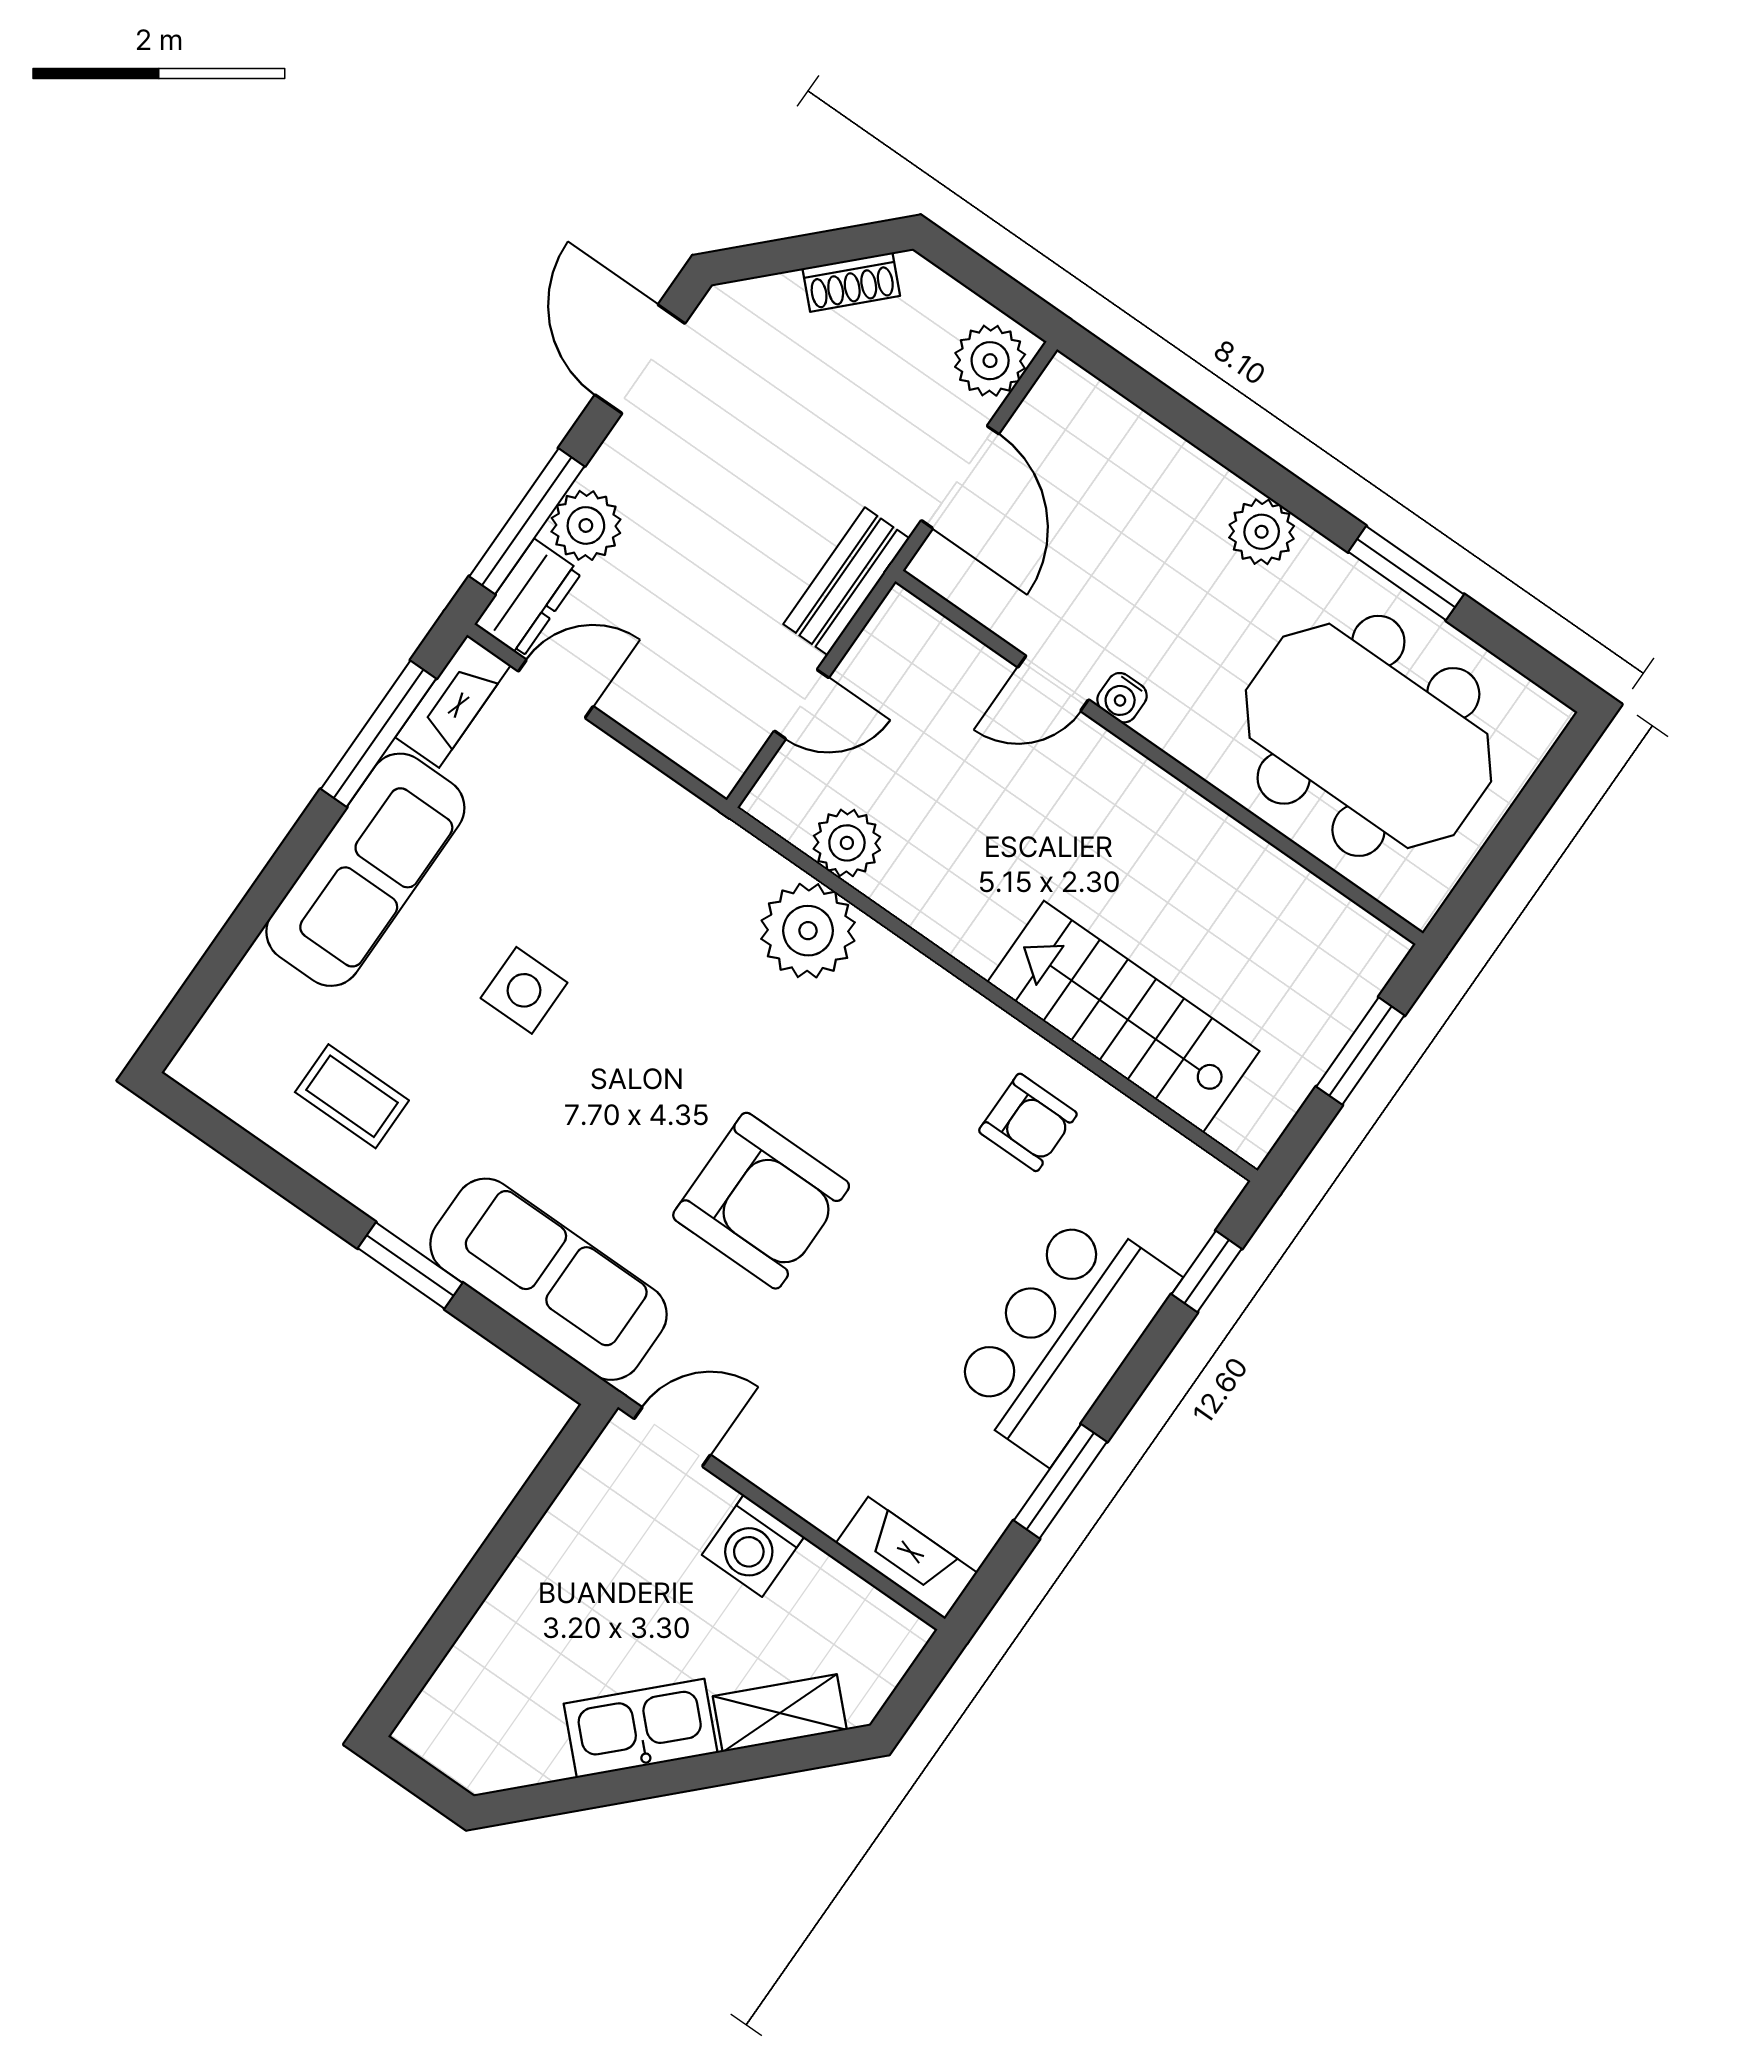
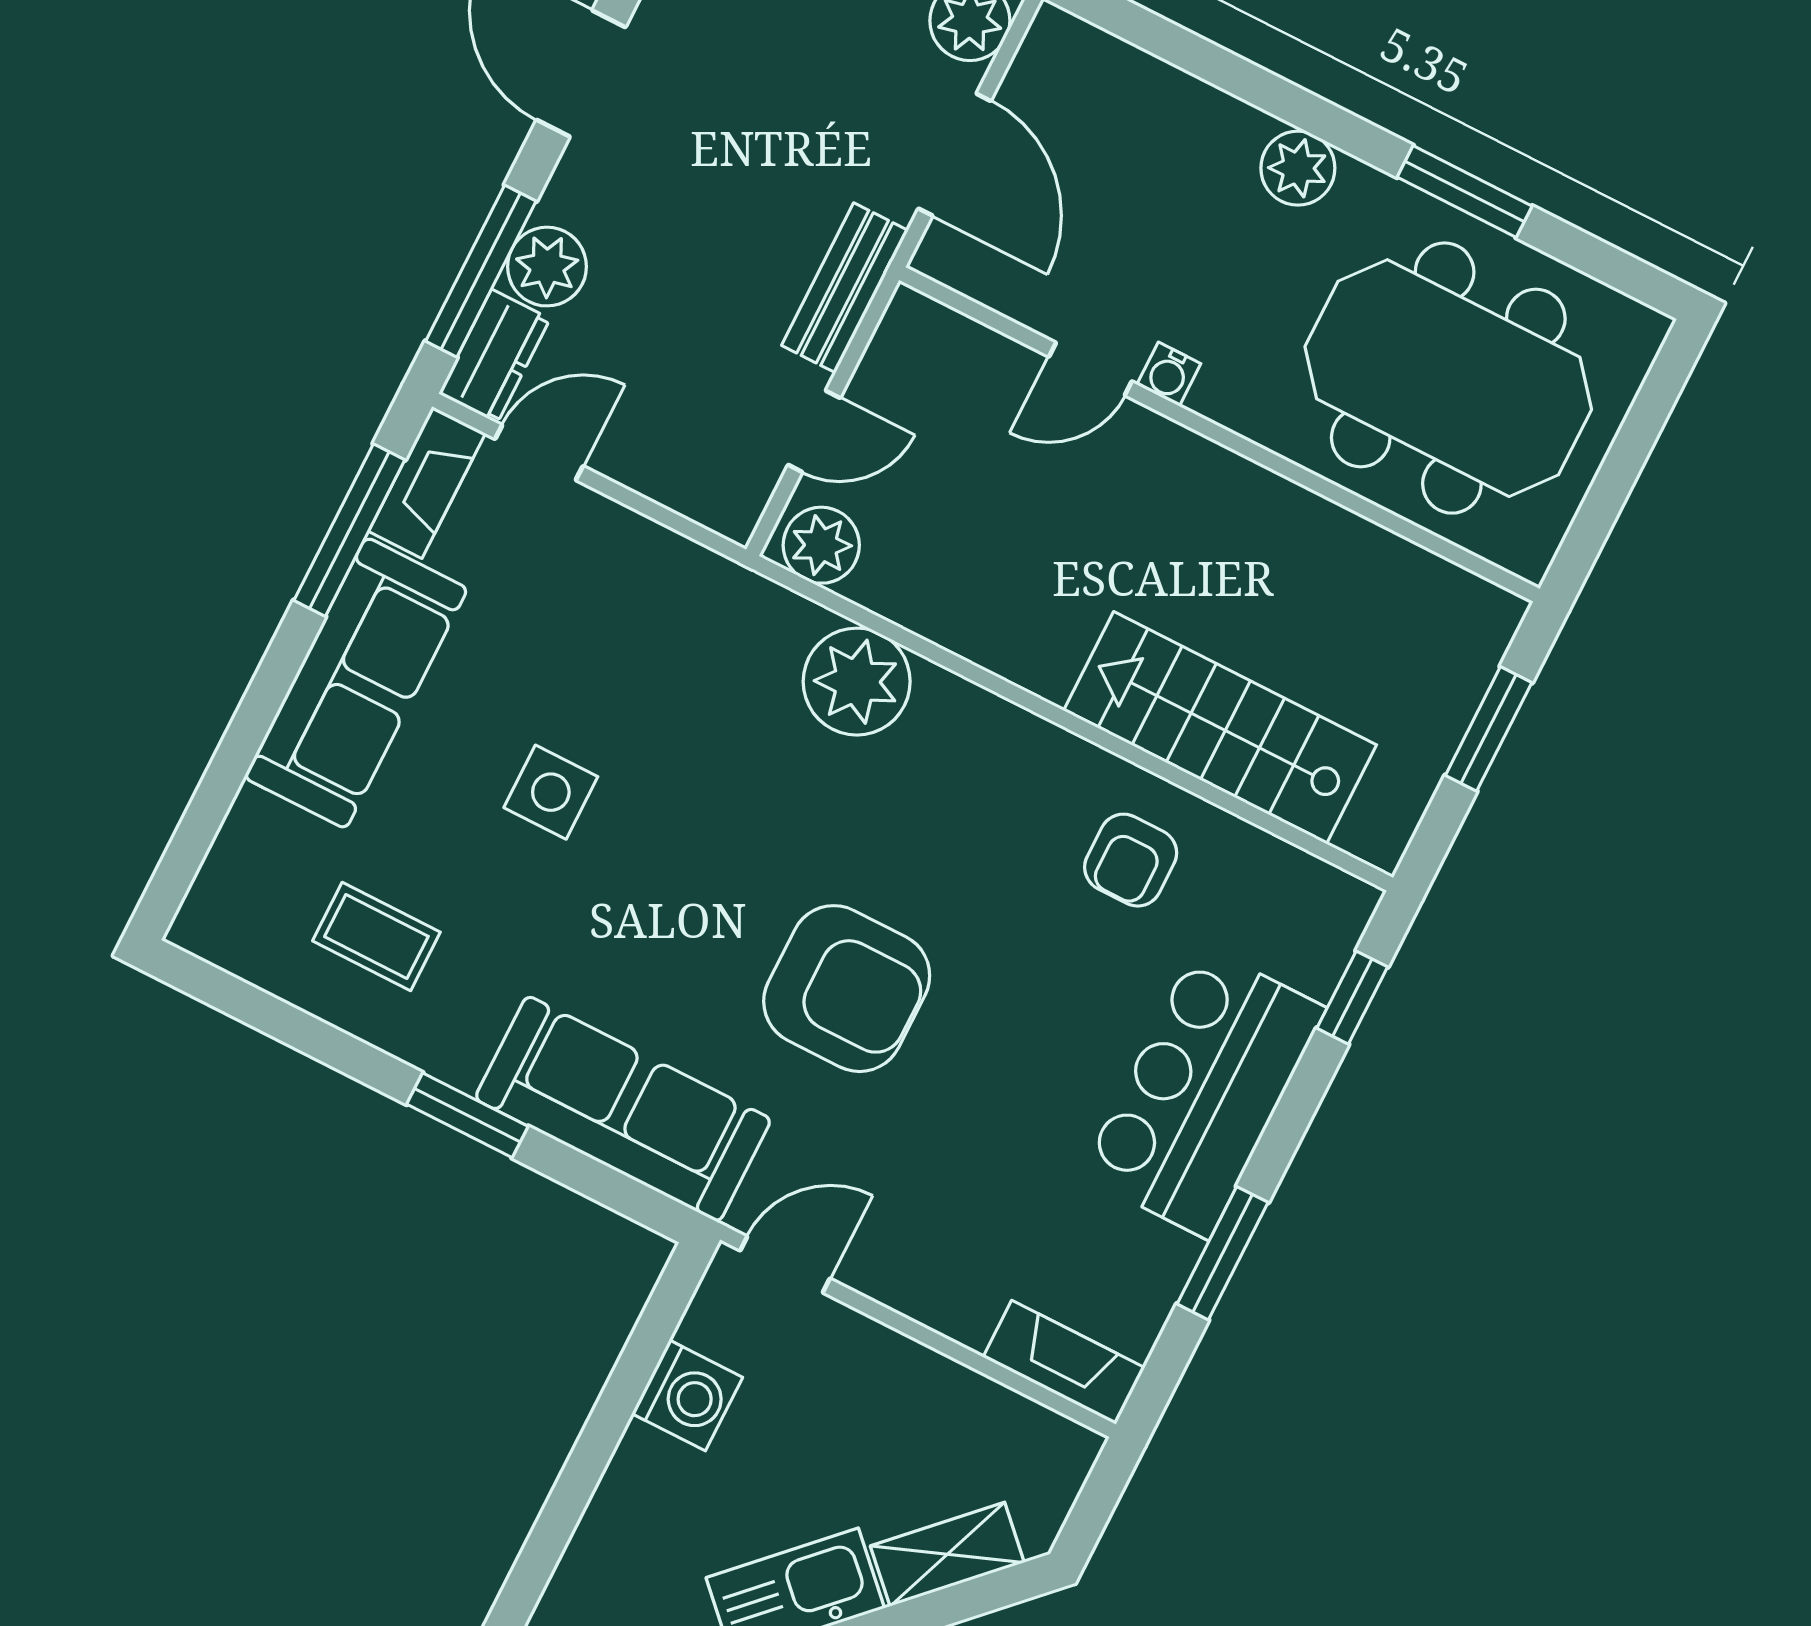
plant: (847, 843) -> (821, 545), moved
armchair: (1028, 1122) -> (1131, 860), turned 90
washing machine: (753, 1546) -> (687, 1395), moved, turned -90

